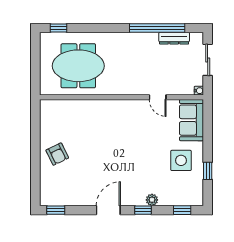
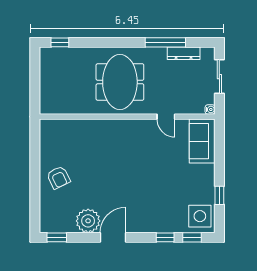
window: (157, 28) -> (165, 42), width x0.68
meeting table: (78, 66) -> (120, 82), moved, turned 90
side table: (181, 160) -> (200, 216), moved
plant: (152, 200) -> (88, 221), moved, width x1.88, depth x1.88
window: (143, 210) -> (165, 237), moved

